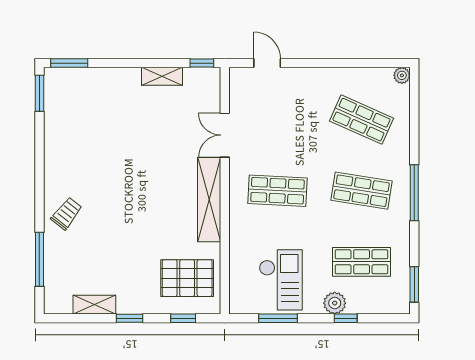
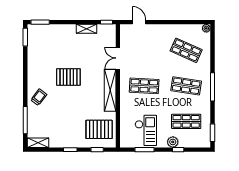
pallet: (126, 173) -> (68, 77), added
shelving: (94, 305) -> (38, 143), moved

